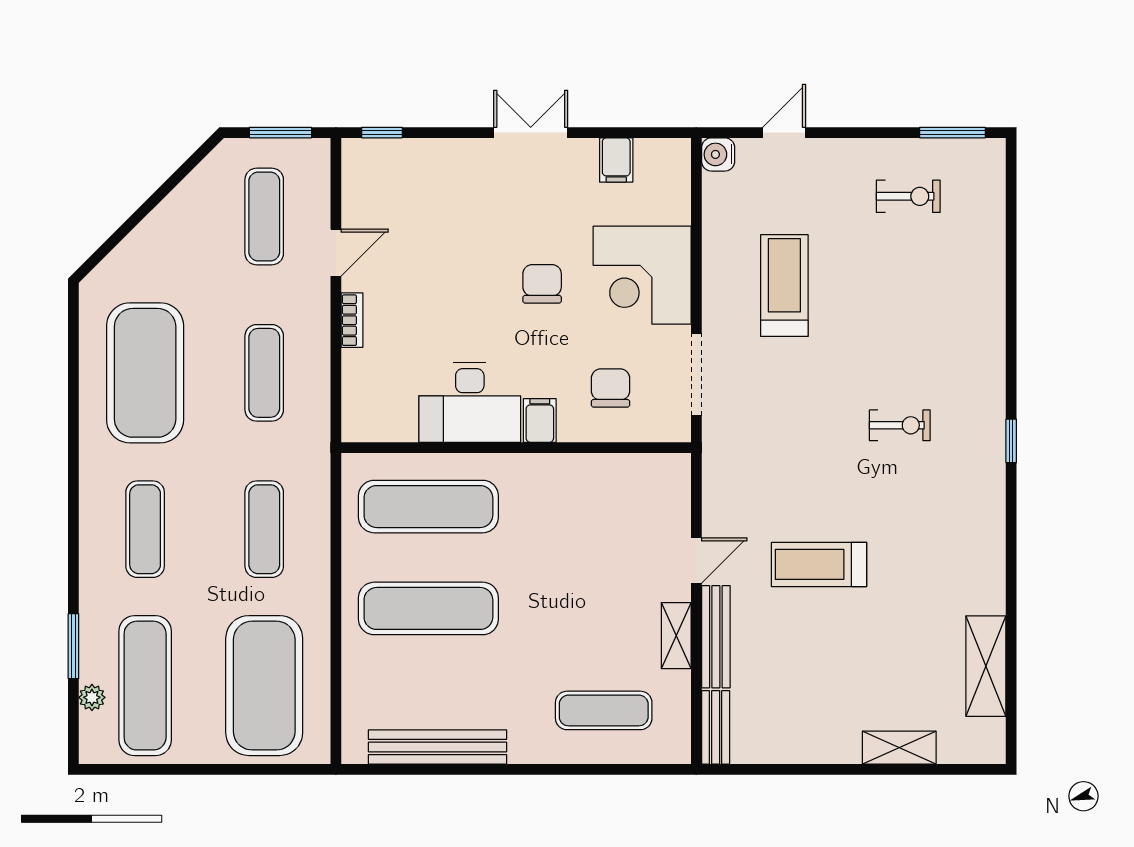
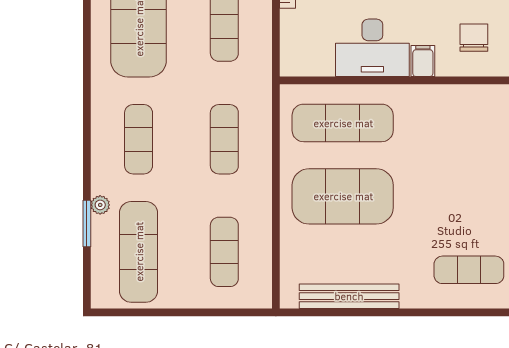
exercise mat: (428, 608) -> (343, 196), width x1.47
exercise mat: (264, 686) -> (224, 252), width x0.50, depth x0.69
plant: (92, 697) -> (100, 205), moved

